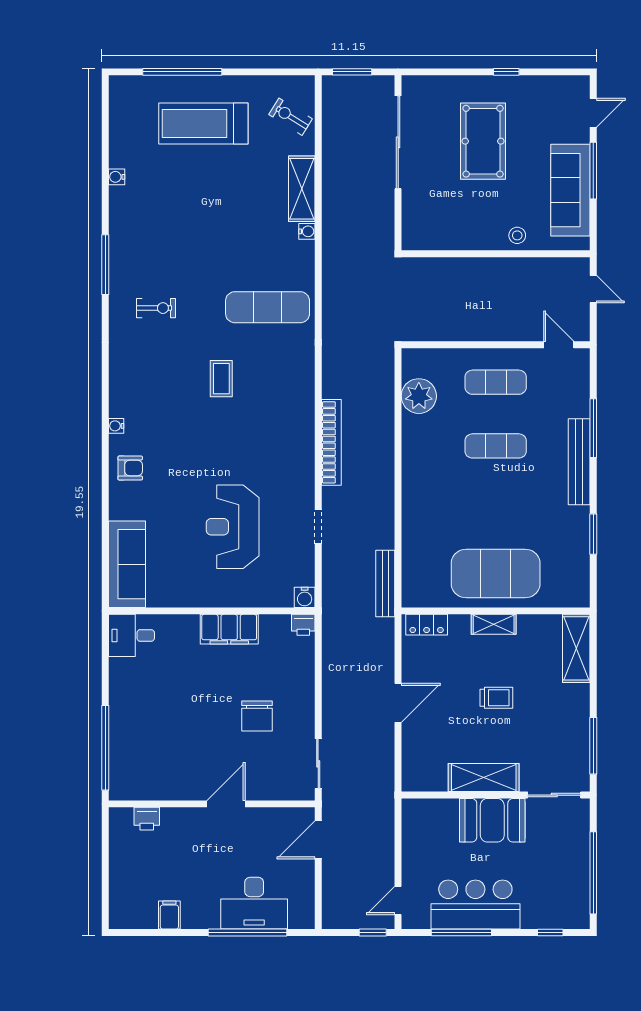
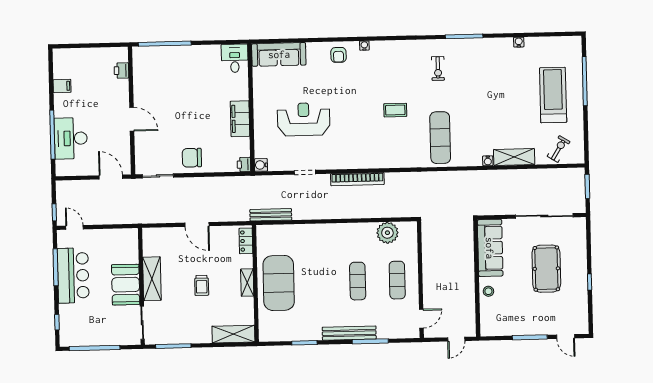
pool table: (483, 141) -> (546, 269), turned 90
sofa: (570, 190) -> (490, 248), moved, turned 90
chair: (257, 716) -> (192, 158), moved

